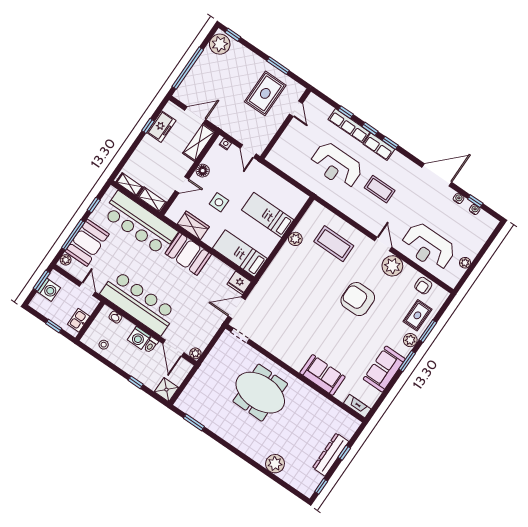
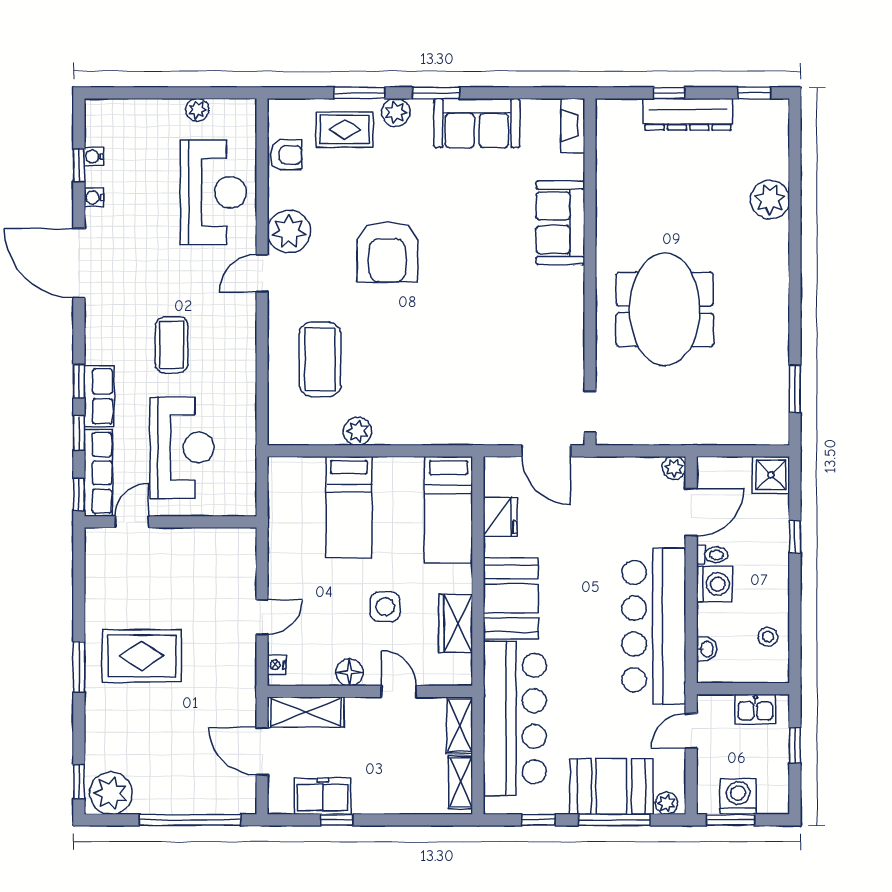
door: (296, 109) -> (132, 522), moved
wall: (285, 124) -> (170, 522), moved
fridge: (239, 283) -> (500, 517), moved

